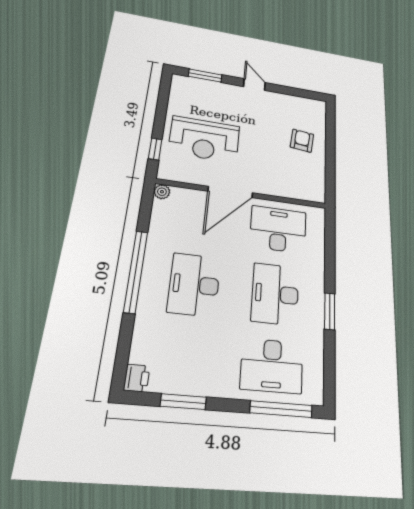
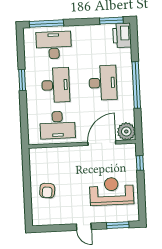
reception desk: (204, 139) -> (112, 191), moved
plant: (162, 192) -> (126, 131), width x1.88, depth x1.88
door: (230, 192) -> (102, 143), moved
printer: (137, 378) -> (122, 35), width x1.87, depth x1.48
window: (183, 402) -> (111, 21), moved

